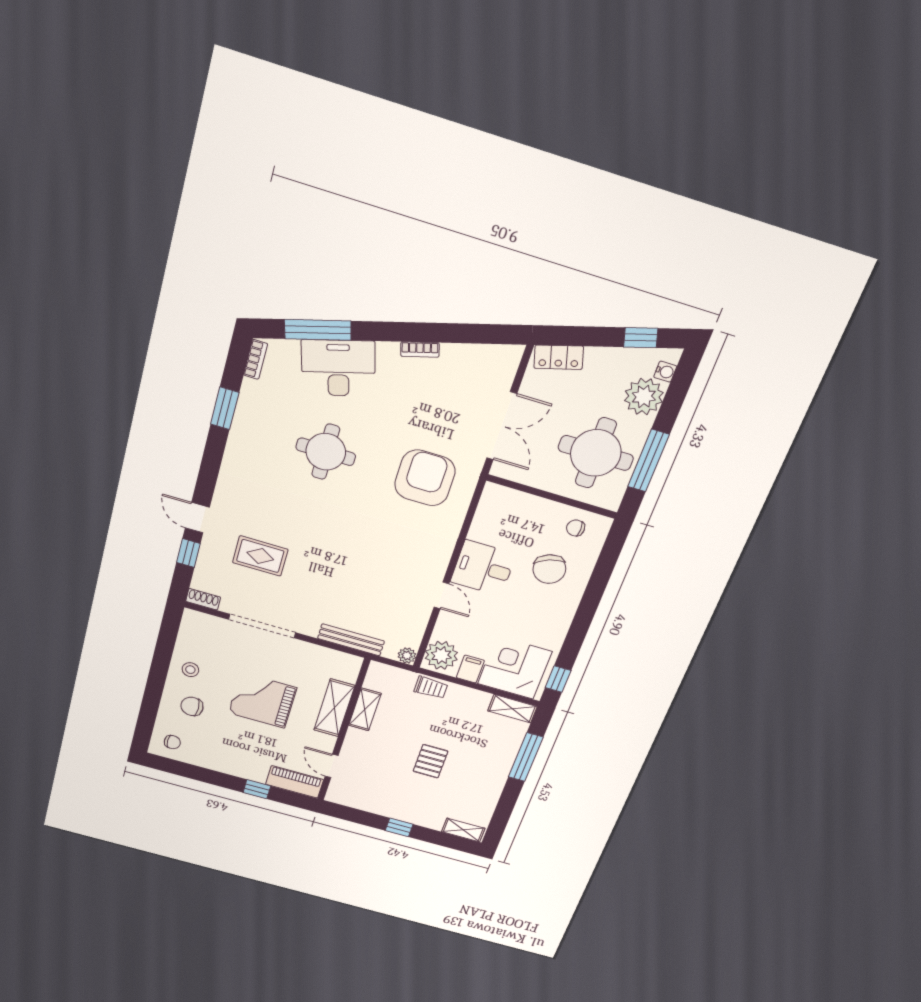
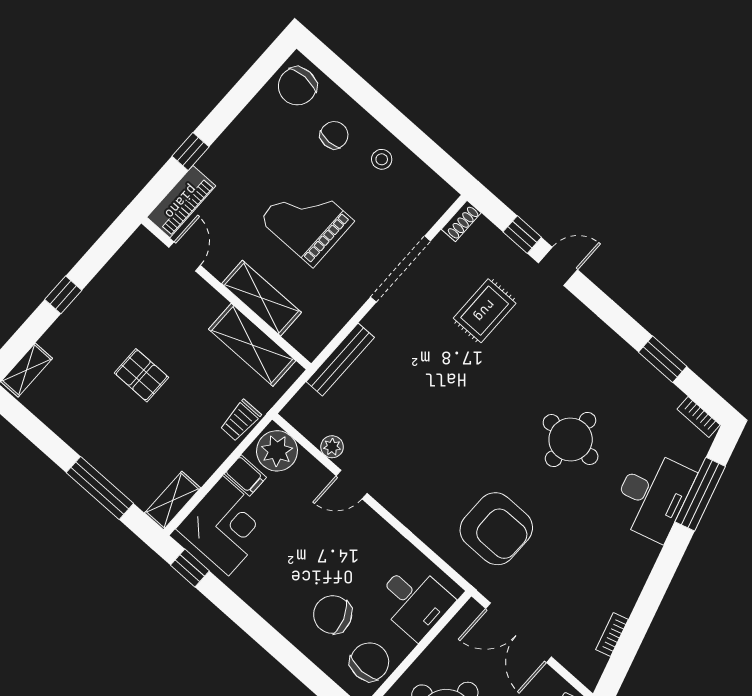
bookcase: (420, 350) -> (612, 635), moved
chair: (576, 528) -> (370, 662), width x1.87, depth x1.87
desk: (483, 568) -> (414, 601), moved, turned 90
plant: (407, 655) -> (332, 447), moved
grand piano: (262, 700) -> (307, 221), turned -90
shelving: (365, 709) -> (252, 345), width x1.50, depth x1.33
chair: (172, 742) -> (297, 86), width x1.87, depth x1.87
door: (332, 766) -> (185, 256), hinge flipped

